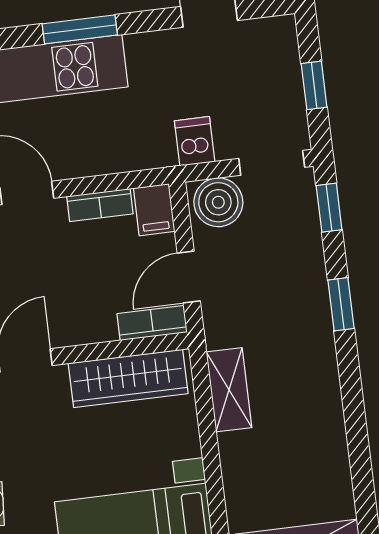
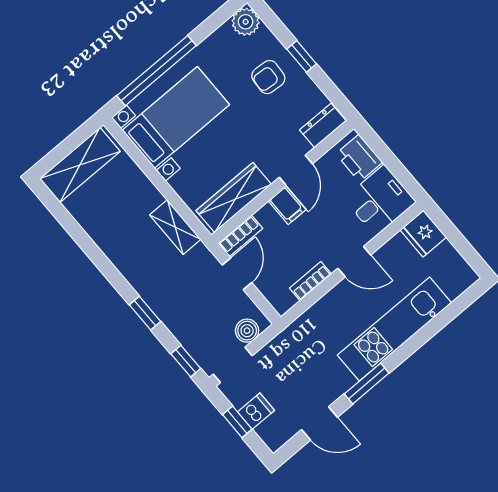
window: (80, 29) -> (367, 383), moved
dishwasher: (195, 141) -> (256, 411), moved, turned -90
boiler: (218, 202) -> (247, 331), width x0.73, depth x0.73
filing cabinet: (154, 210) -> (287, 205), moved, turned 180

